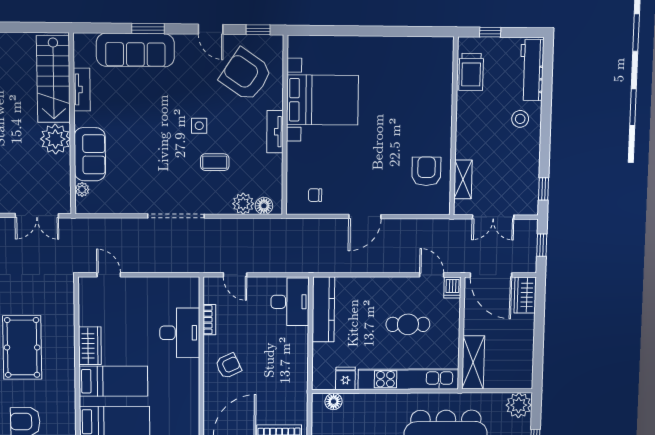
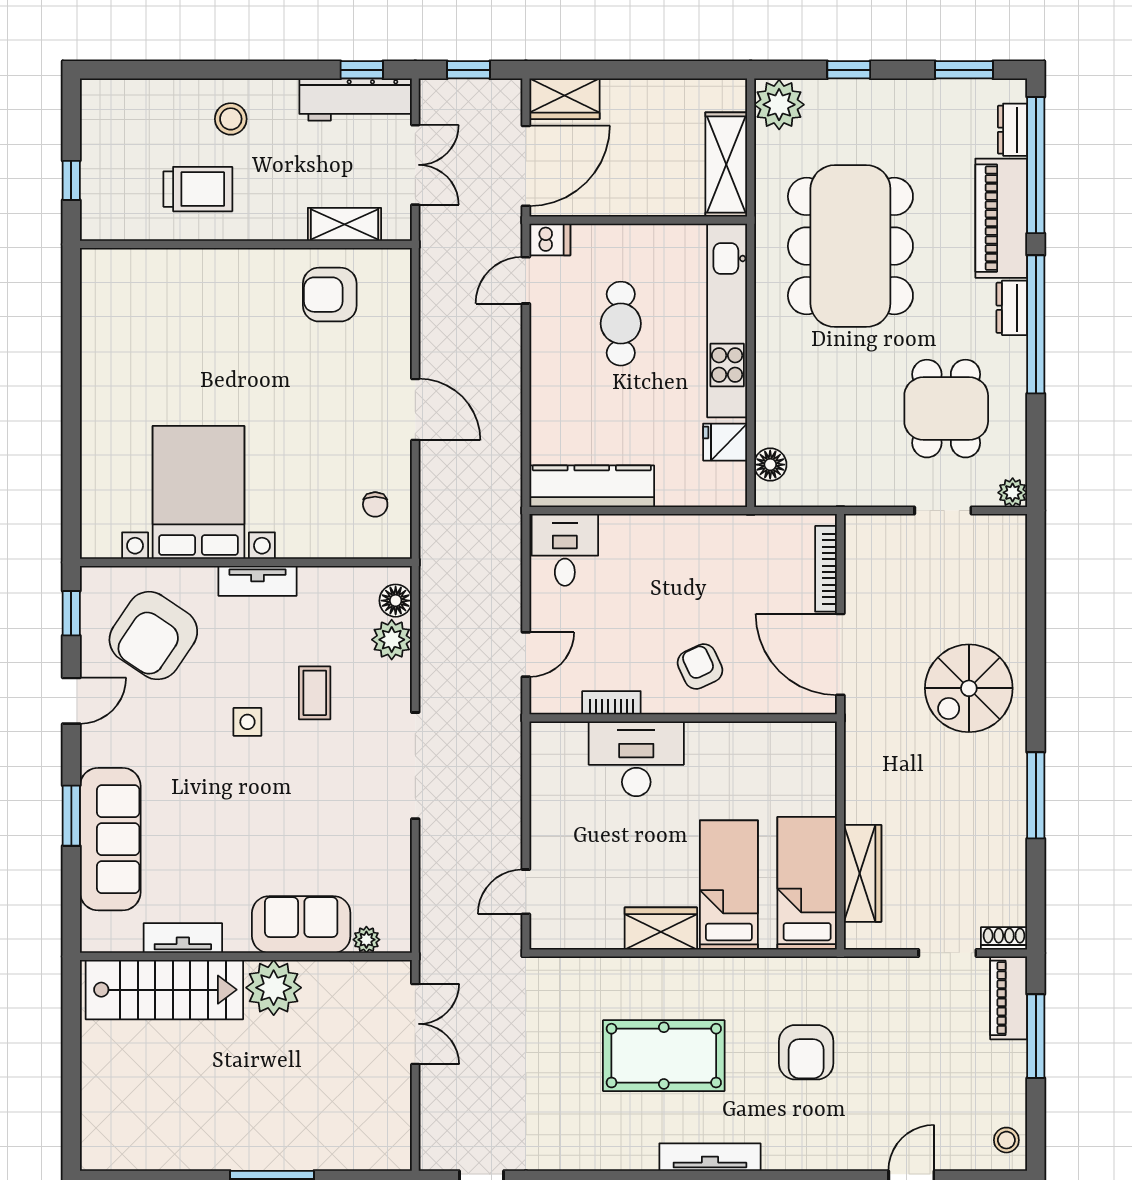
workbench: (532, 70) -> (356, 100), moved
trolley: (471, 72) -> (198, 189), moved
desk: (290, 302) -> (565, 550), width x0.73
shelving: (473, 362) -> (726, 165), moved, turned 90

